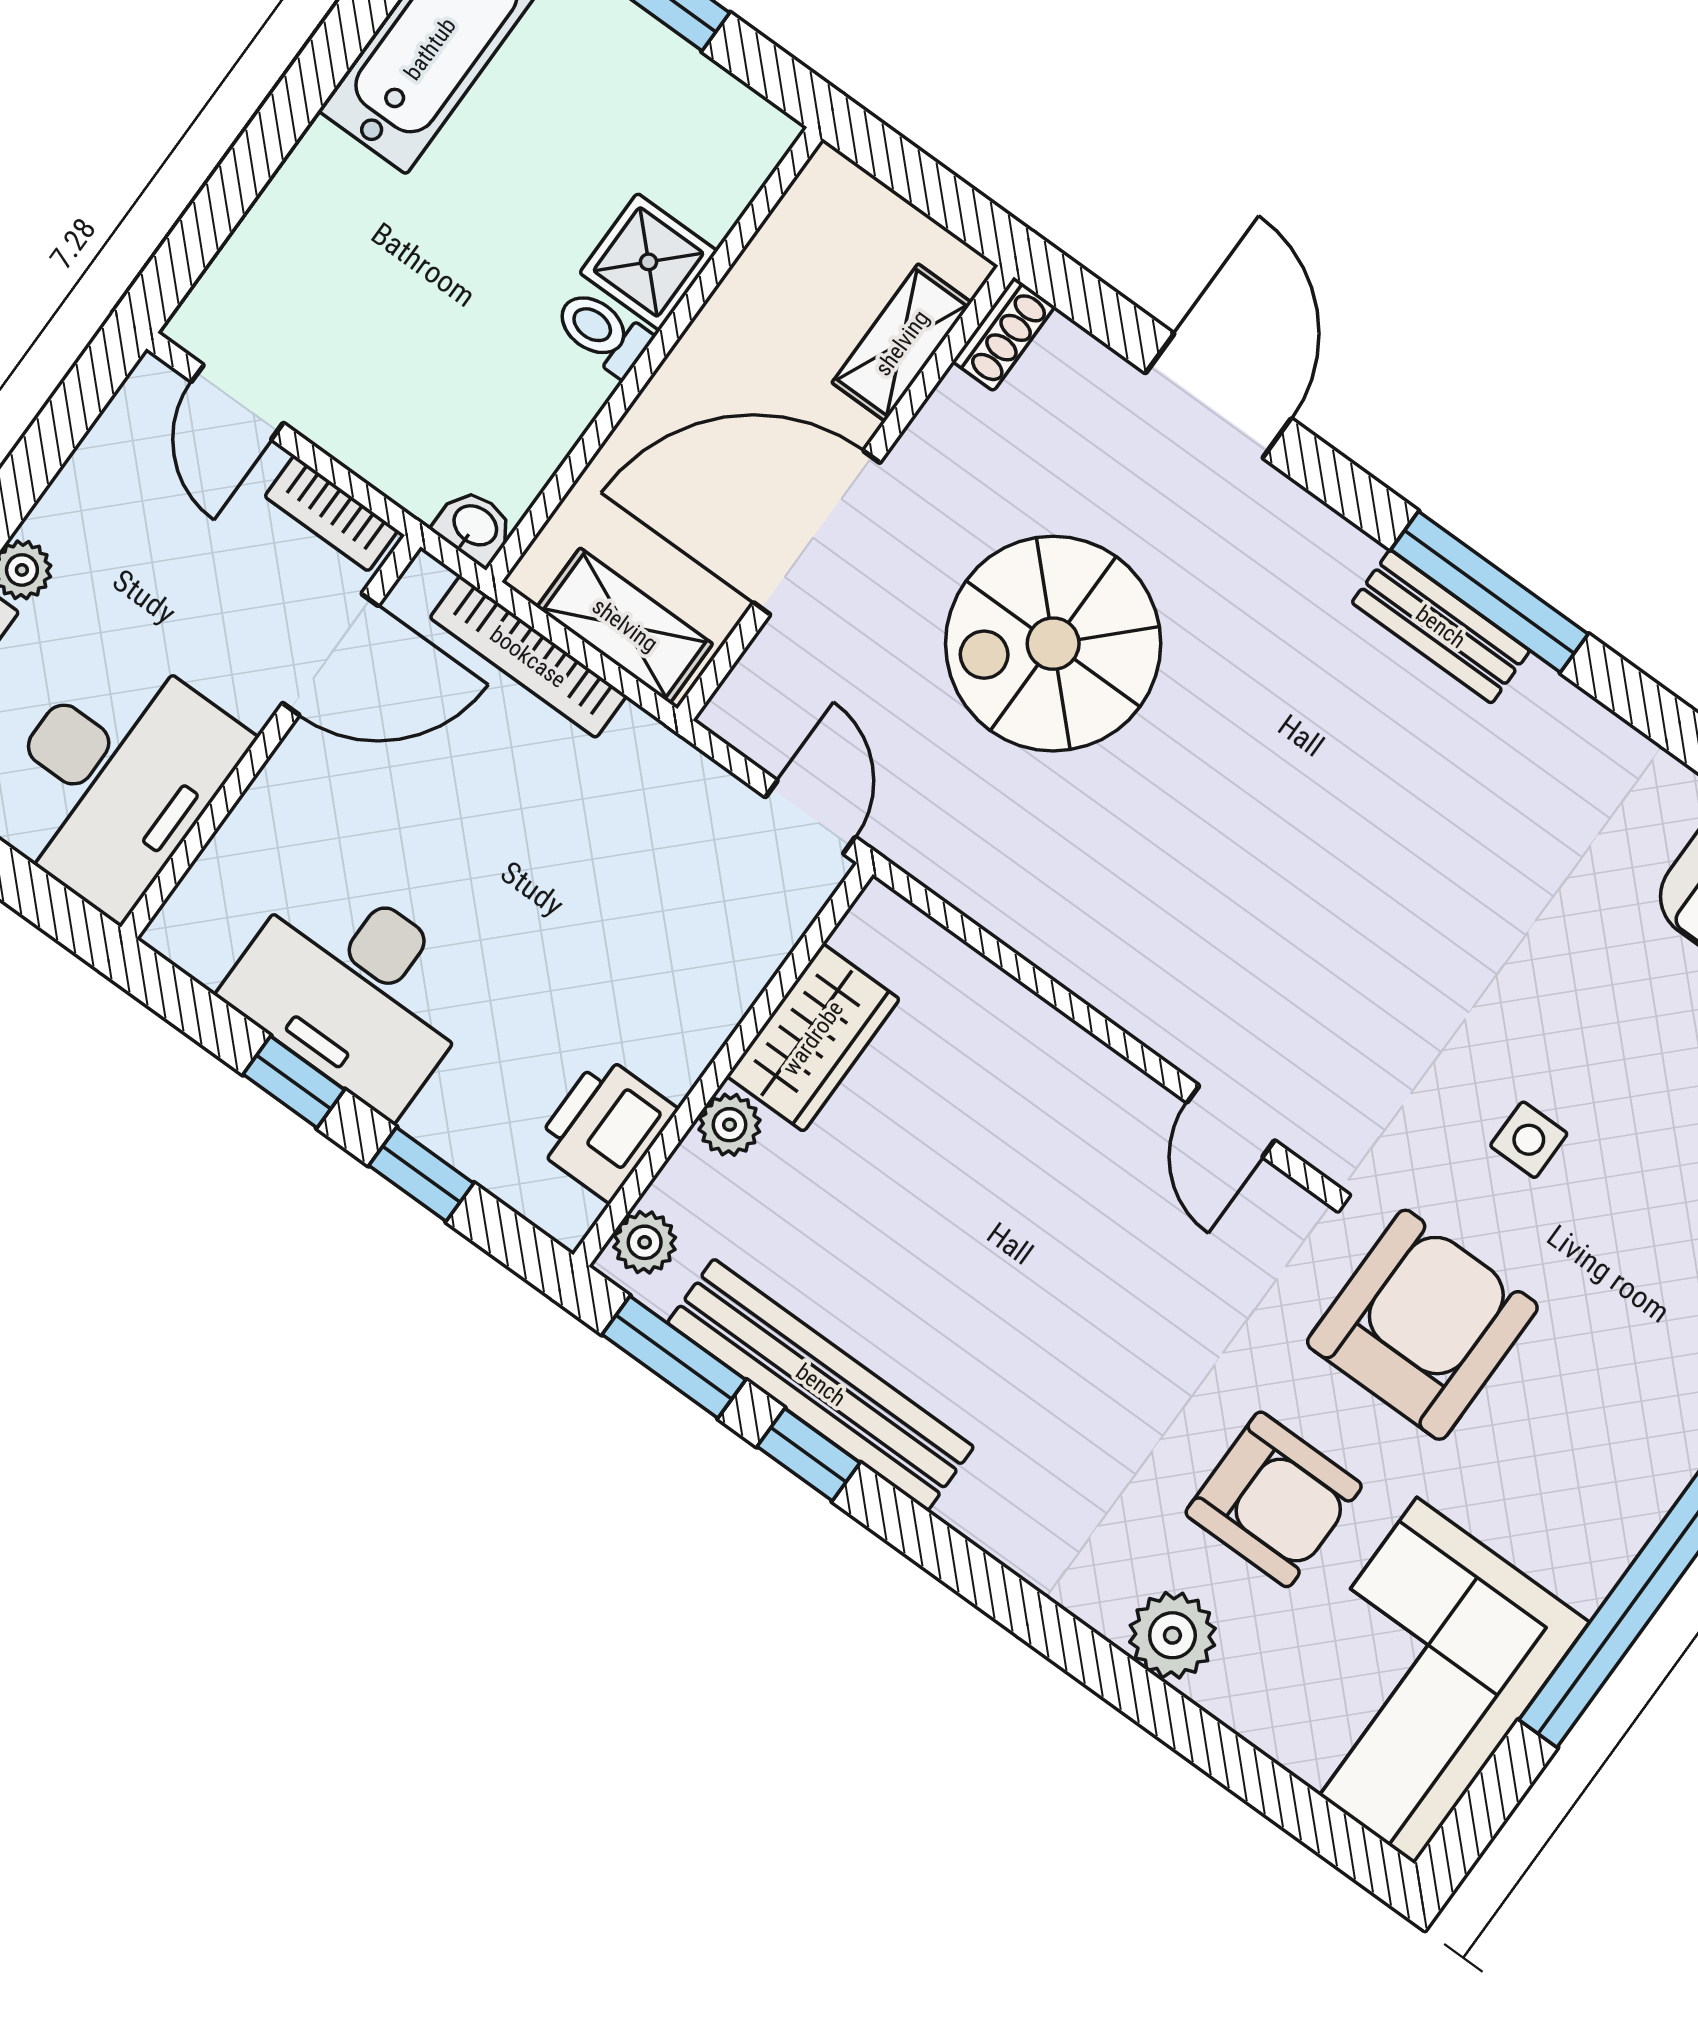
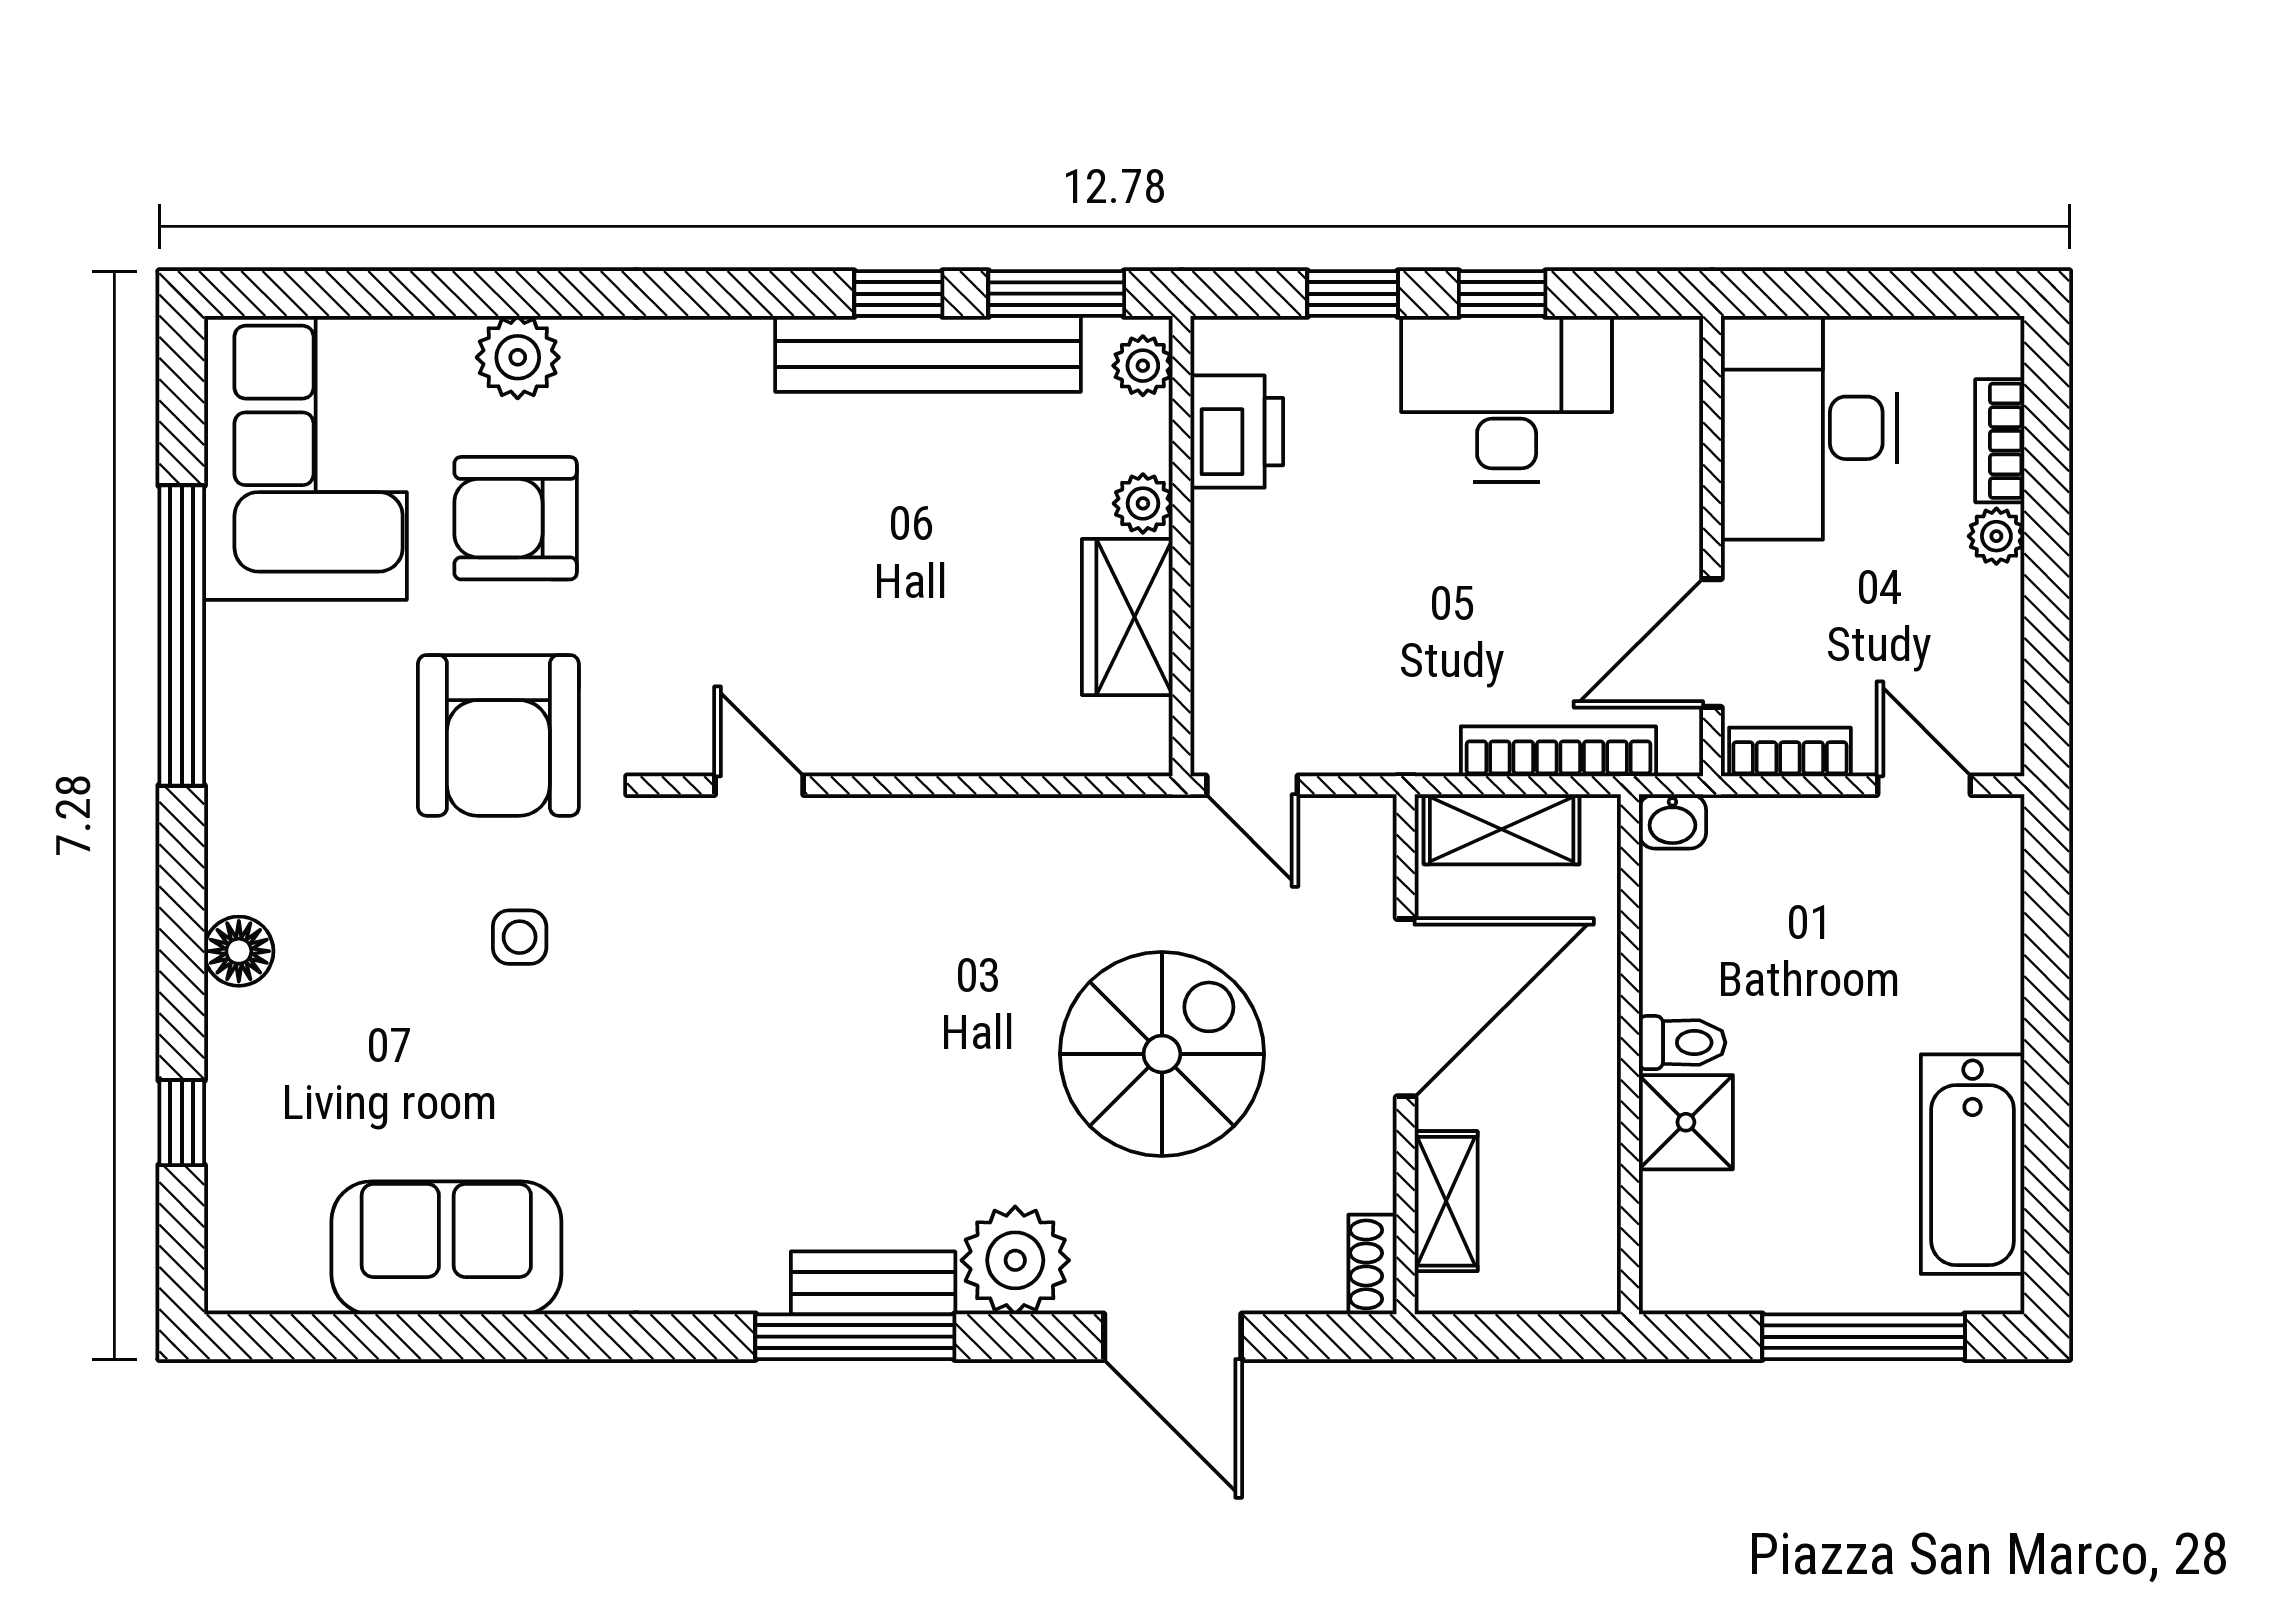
plant: (1306, 558) -> (1015, 1260), added

